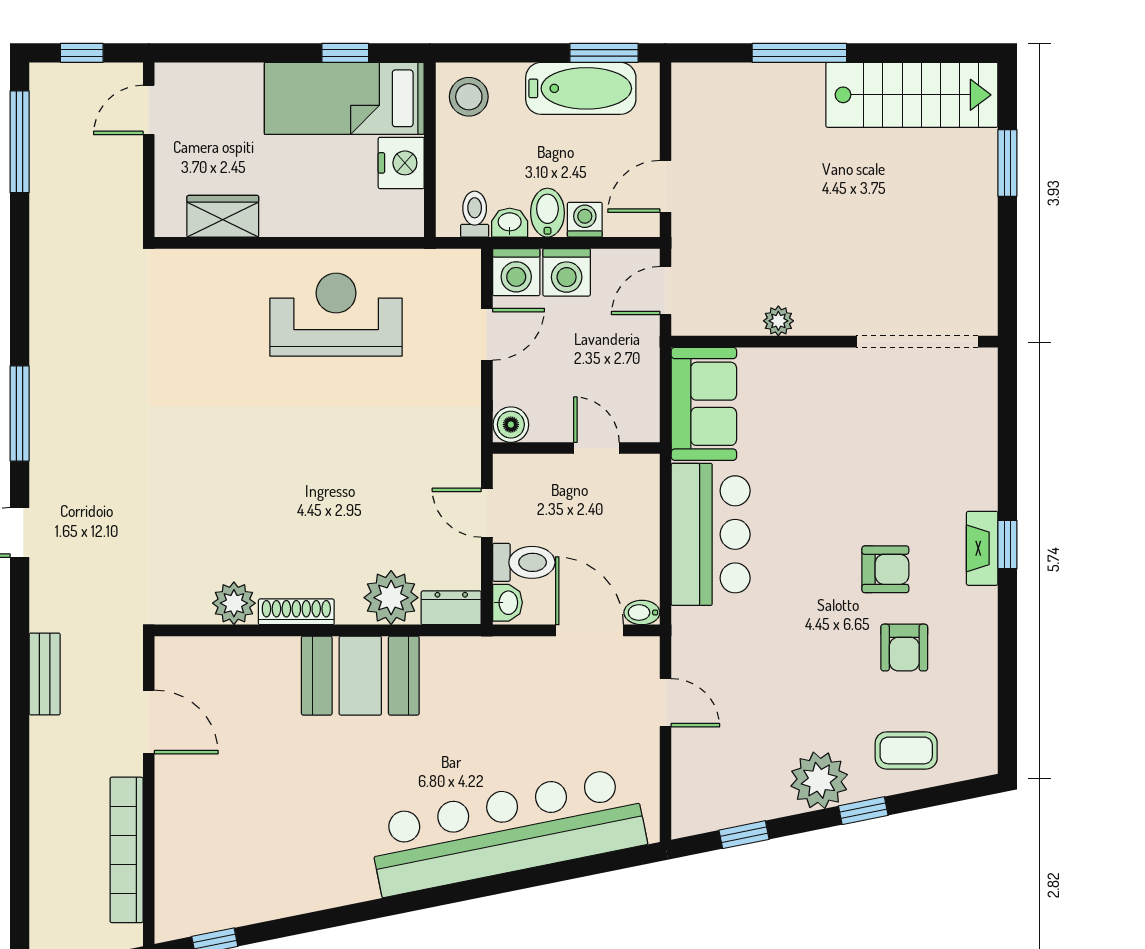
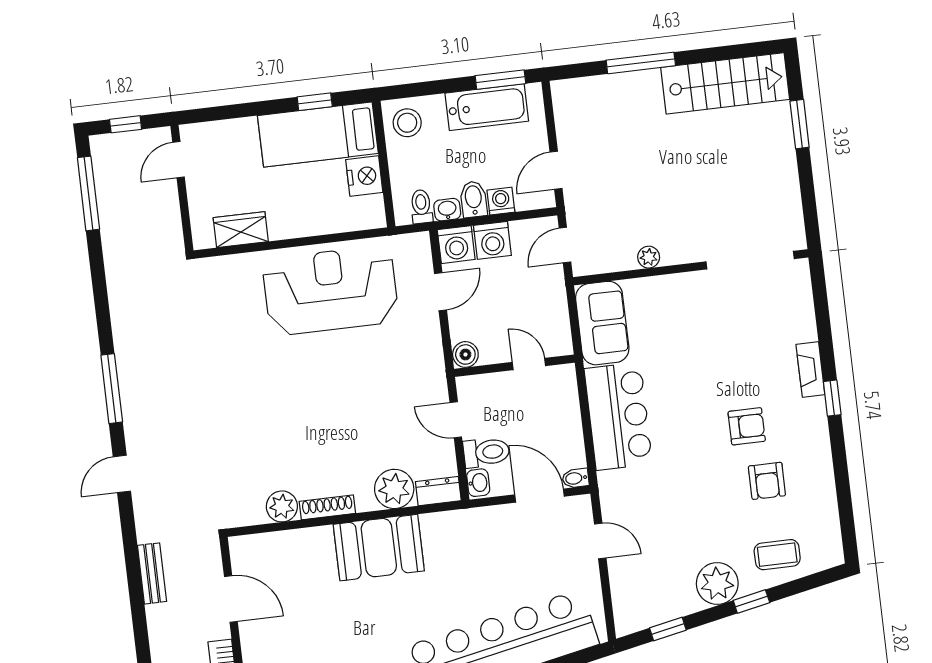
reception desk: (336, 315) -> (330, 291), width x1.36, depth x1.30
fireplace: (982, 548) -> (810, 370), moved

